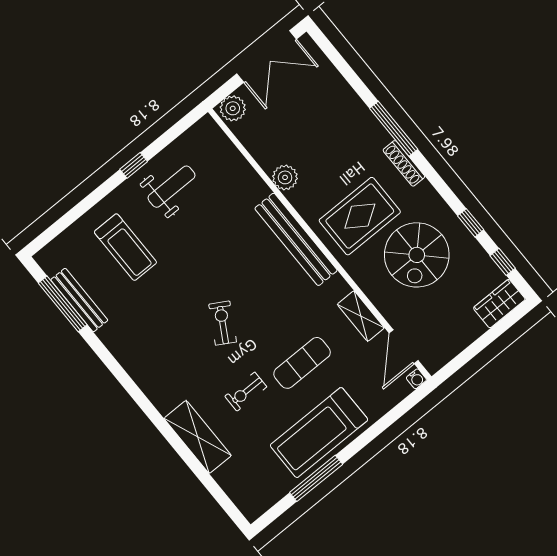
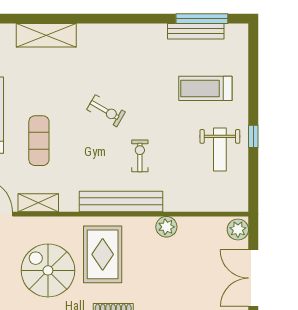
exercise bike: (246, 392) -> (140, 156), moved

